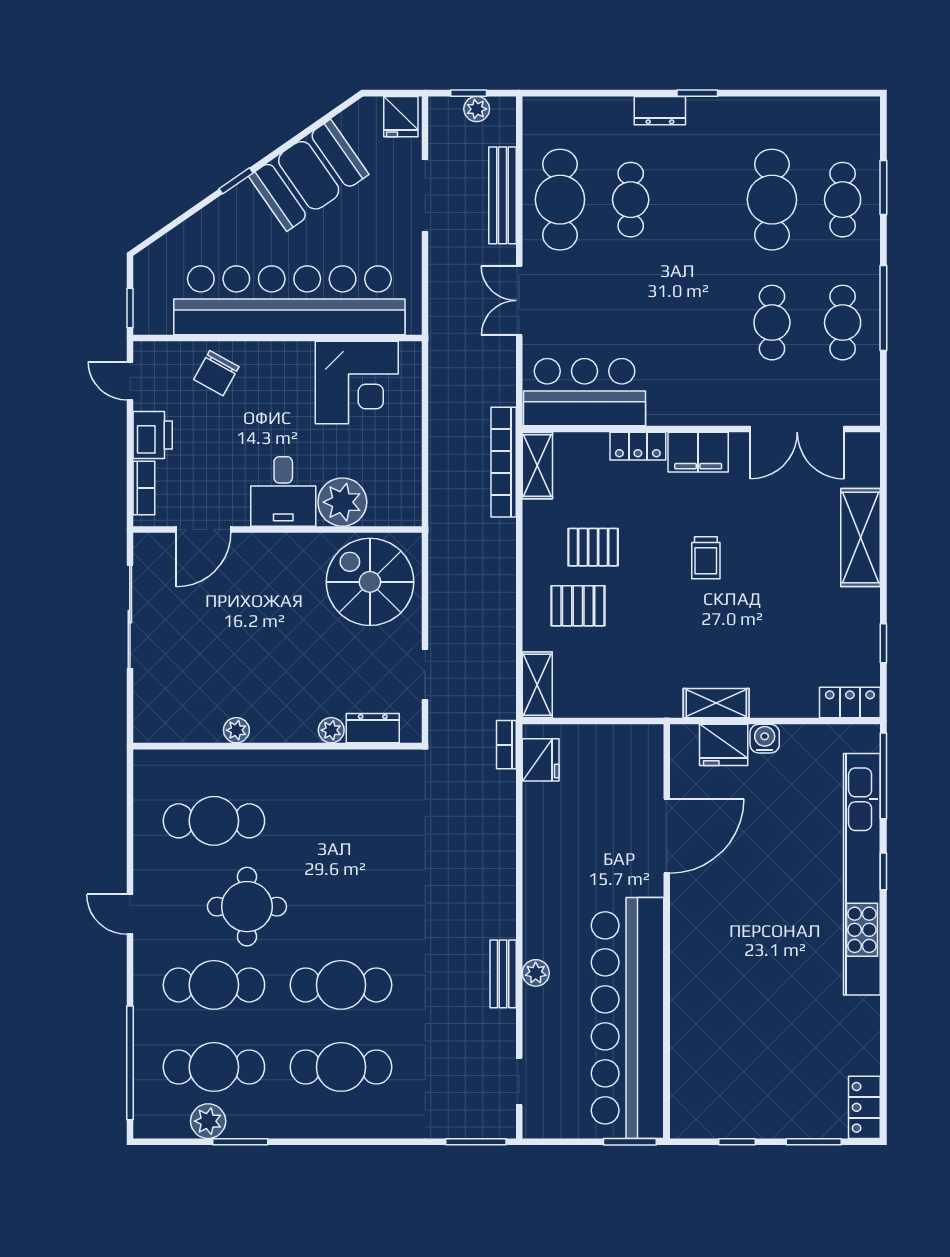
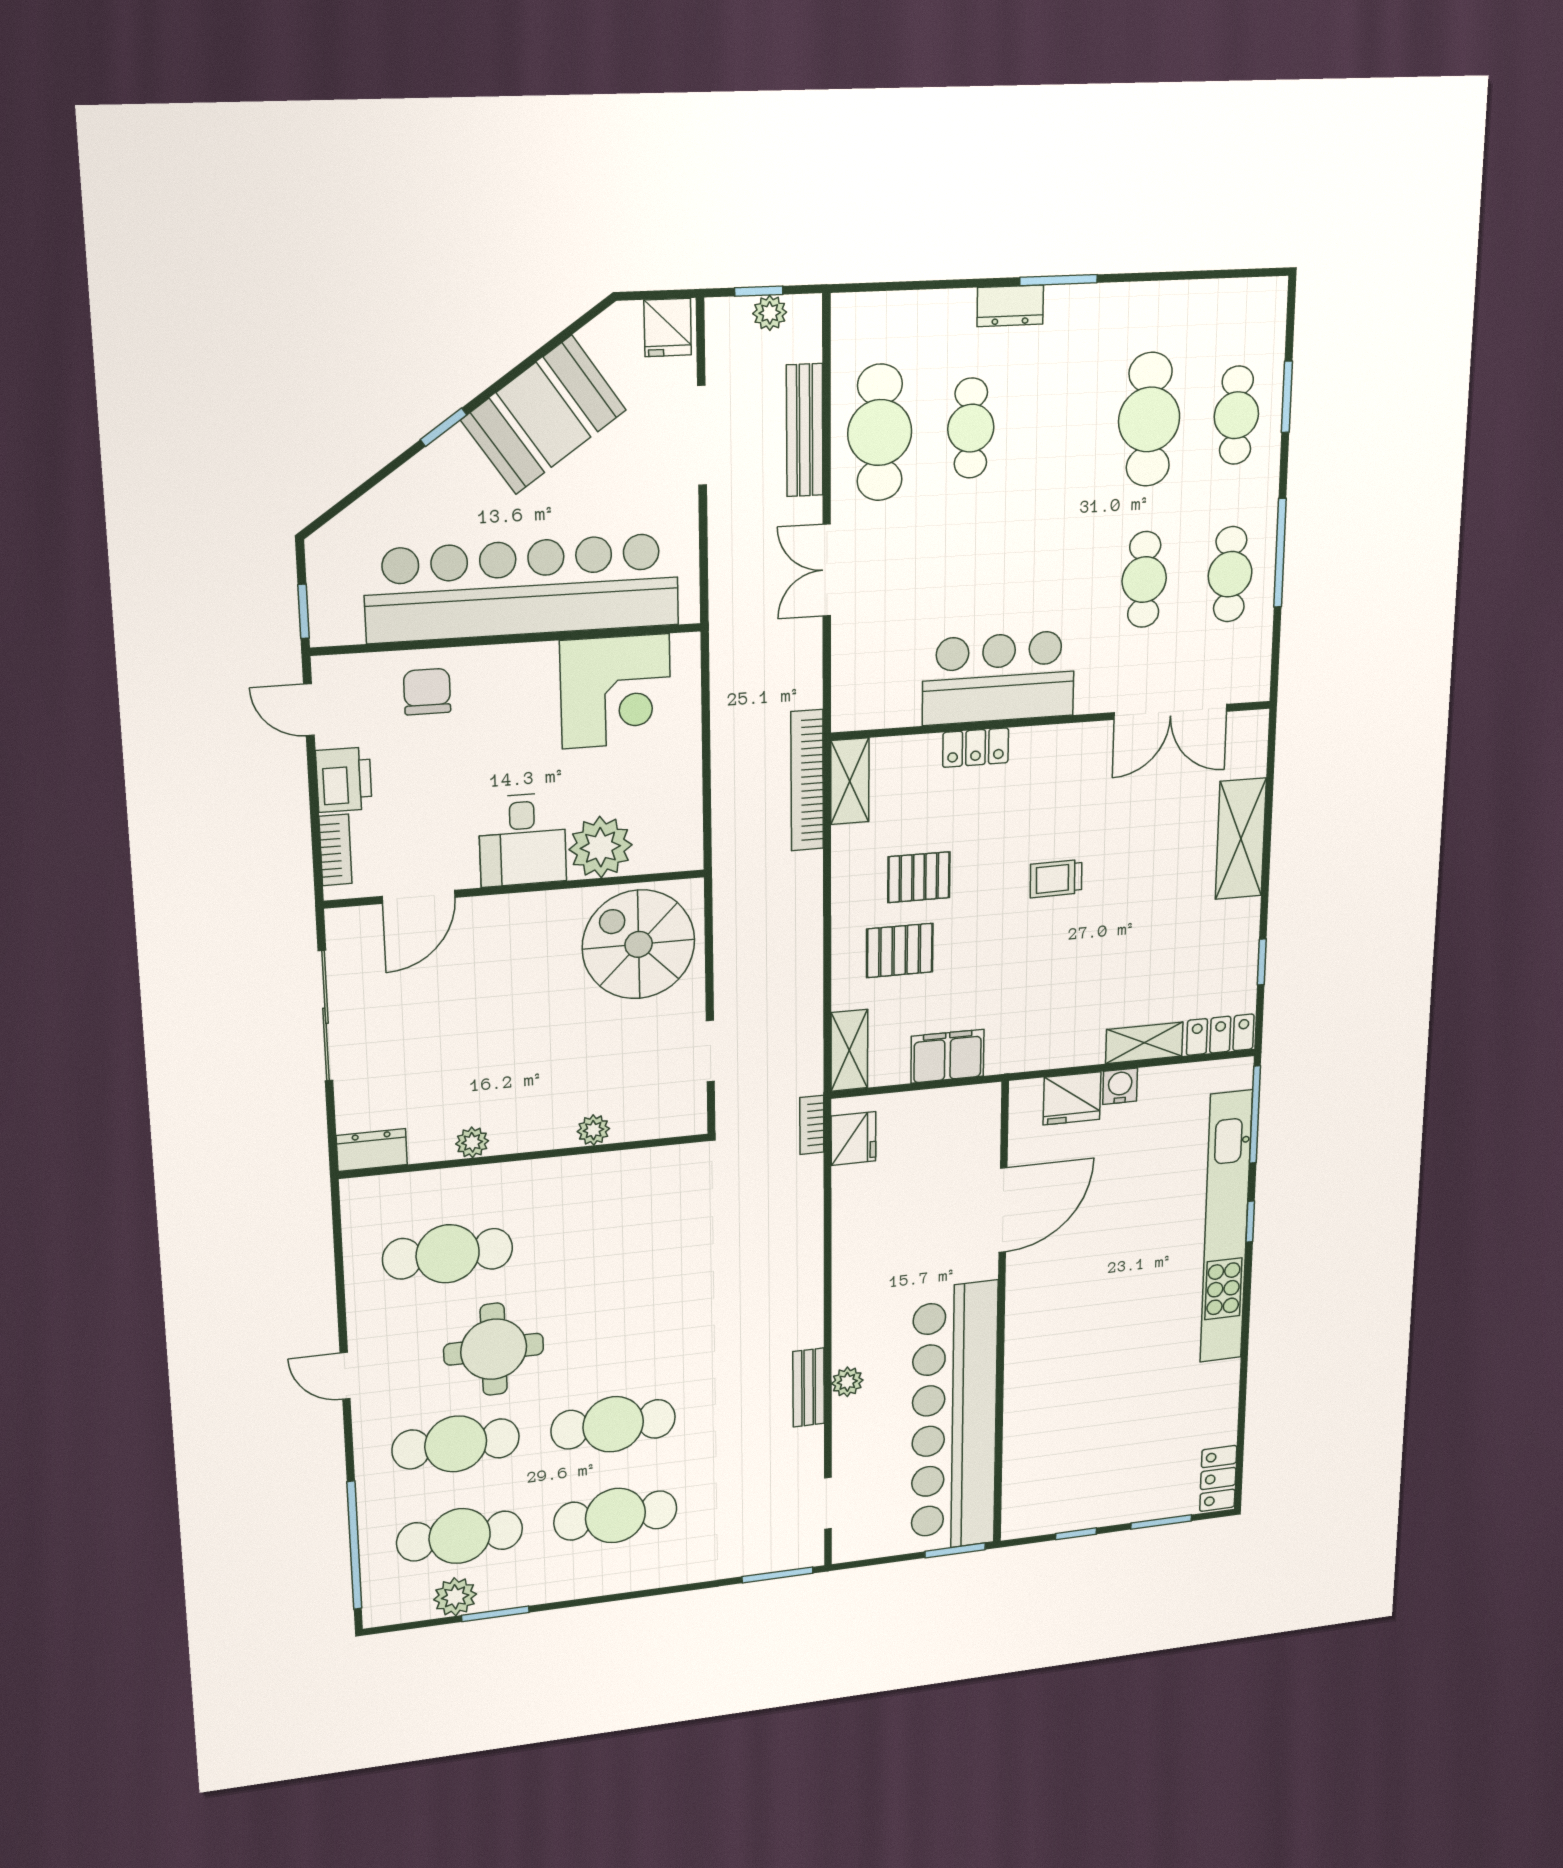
window: (697, 93) -> (1059, 280), width x1.50
chair: (216, 373) -> (427, 692), turned 151
bar counter: (585, 392) -> (999, 678), moved
filing cabinet: (698, 452) -> (947, 1056), moved, turned 180
trolley: (706, 558) -> (1056, 879), turned 89
shelving: (716, 703) -> (1144, 1043), moved
dresser: (373, 728) -> (372, 1150), moved

